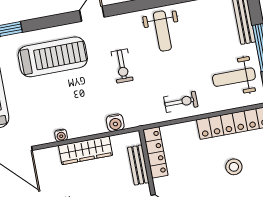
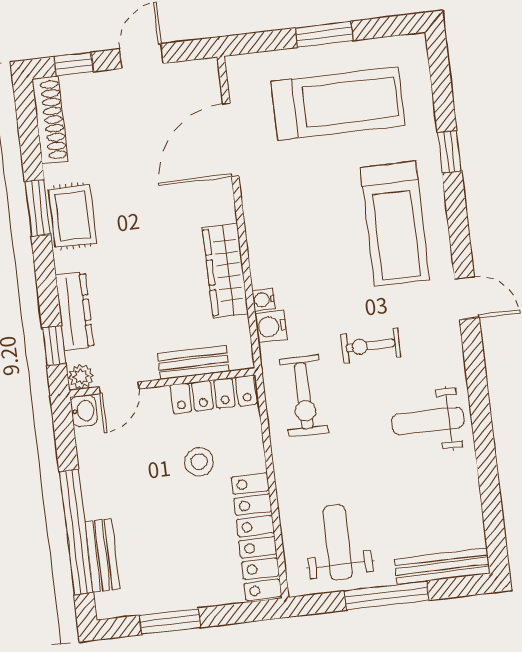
exercise bike: (181, 102) -> (304, 396), moved, width x1.38, depth x1.39
water cooler: (61, 135) -> (263, 300), moved
stool: (234, 167) -> (199, 462), moved

